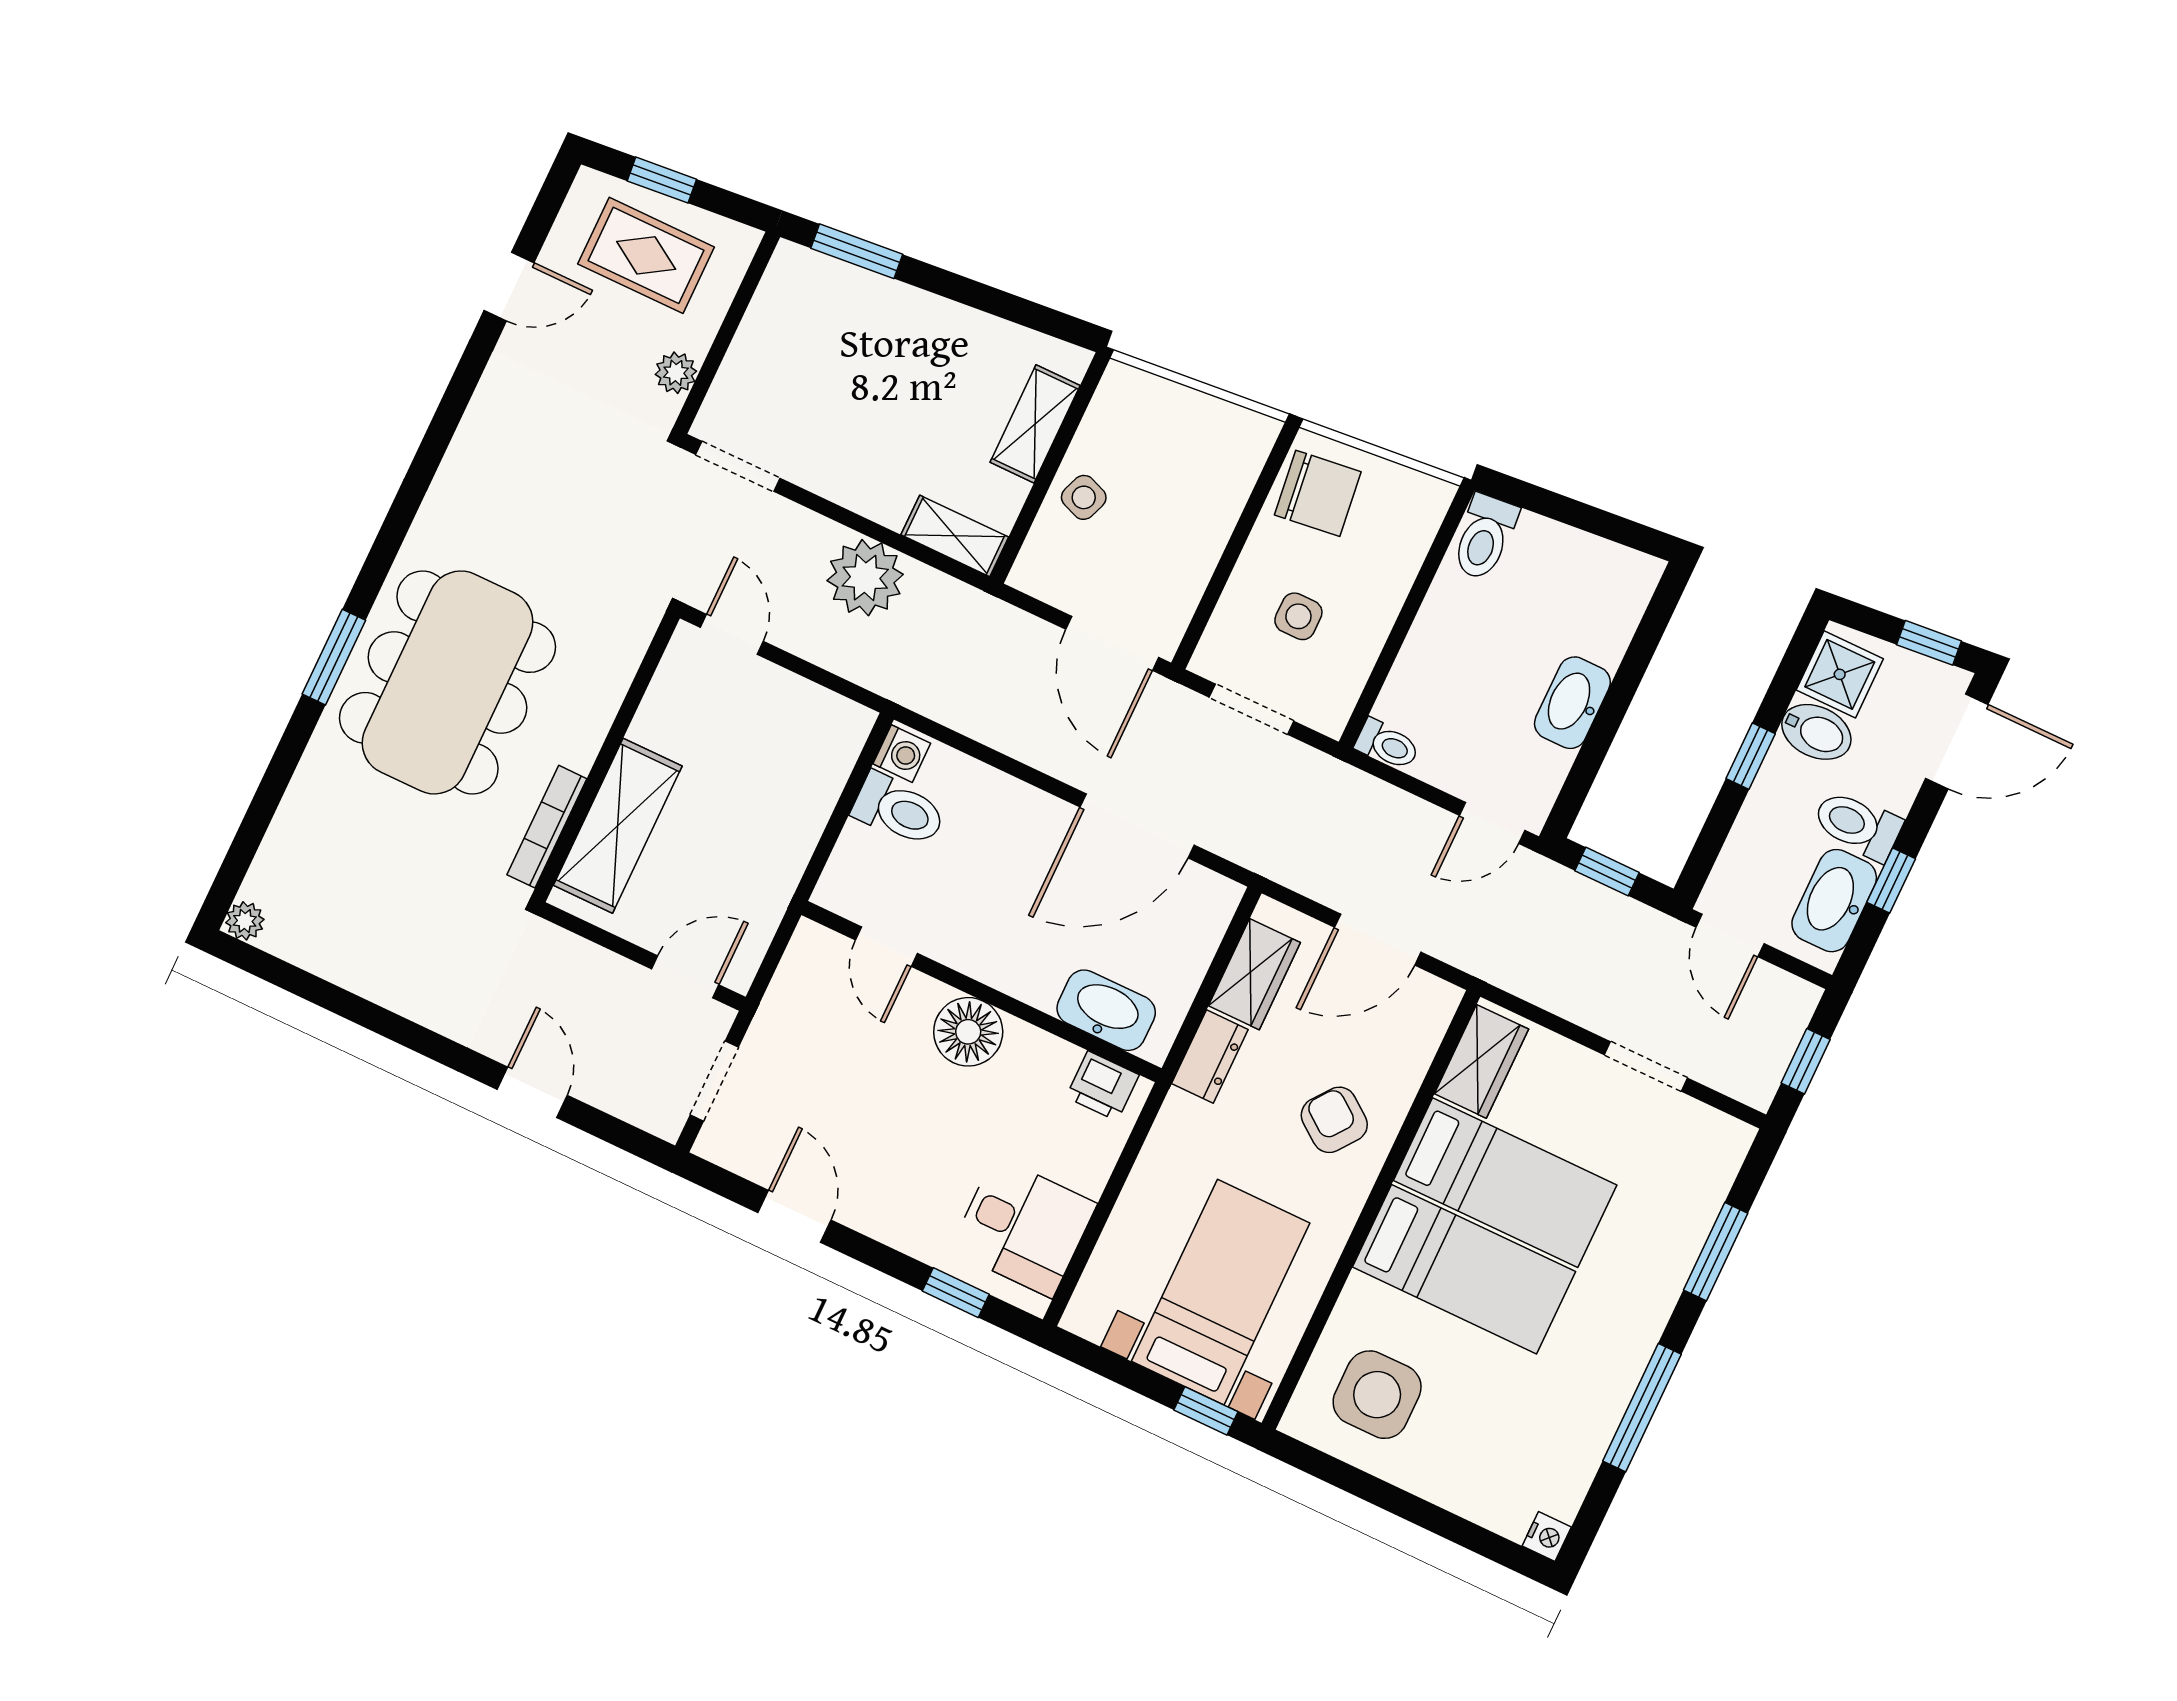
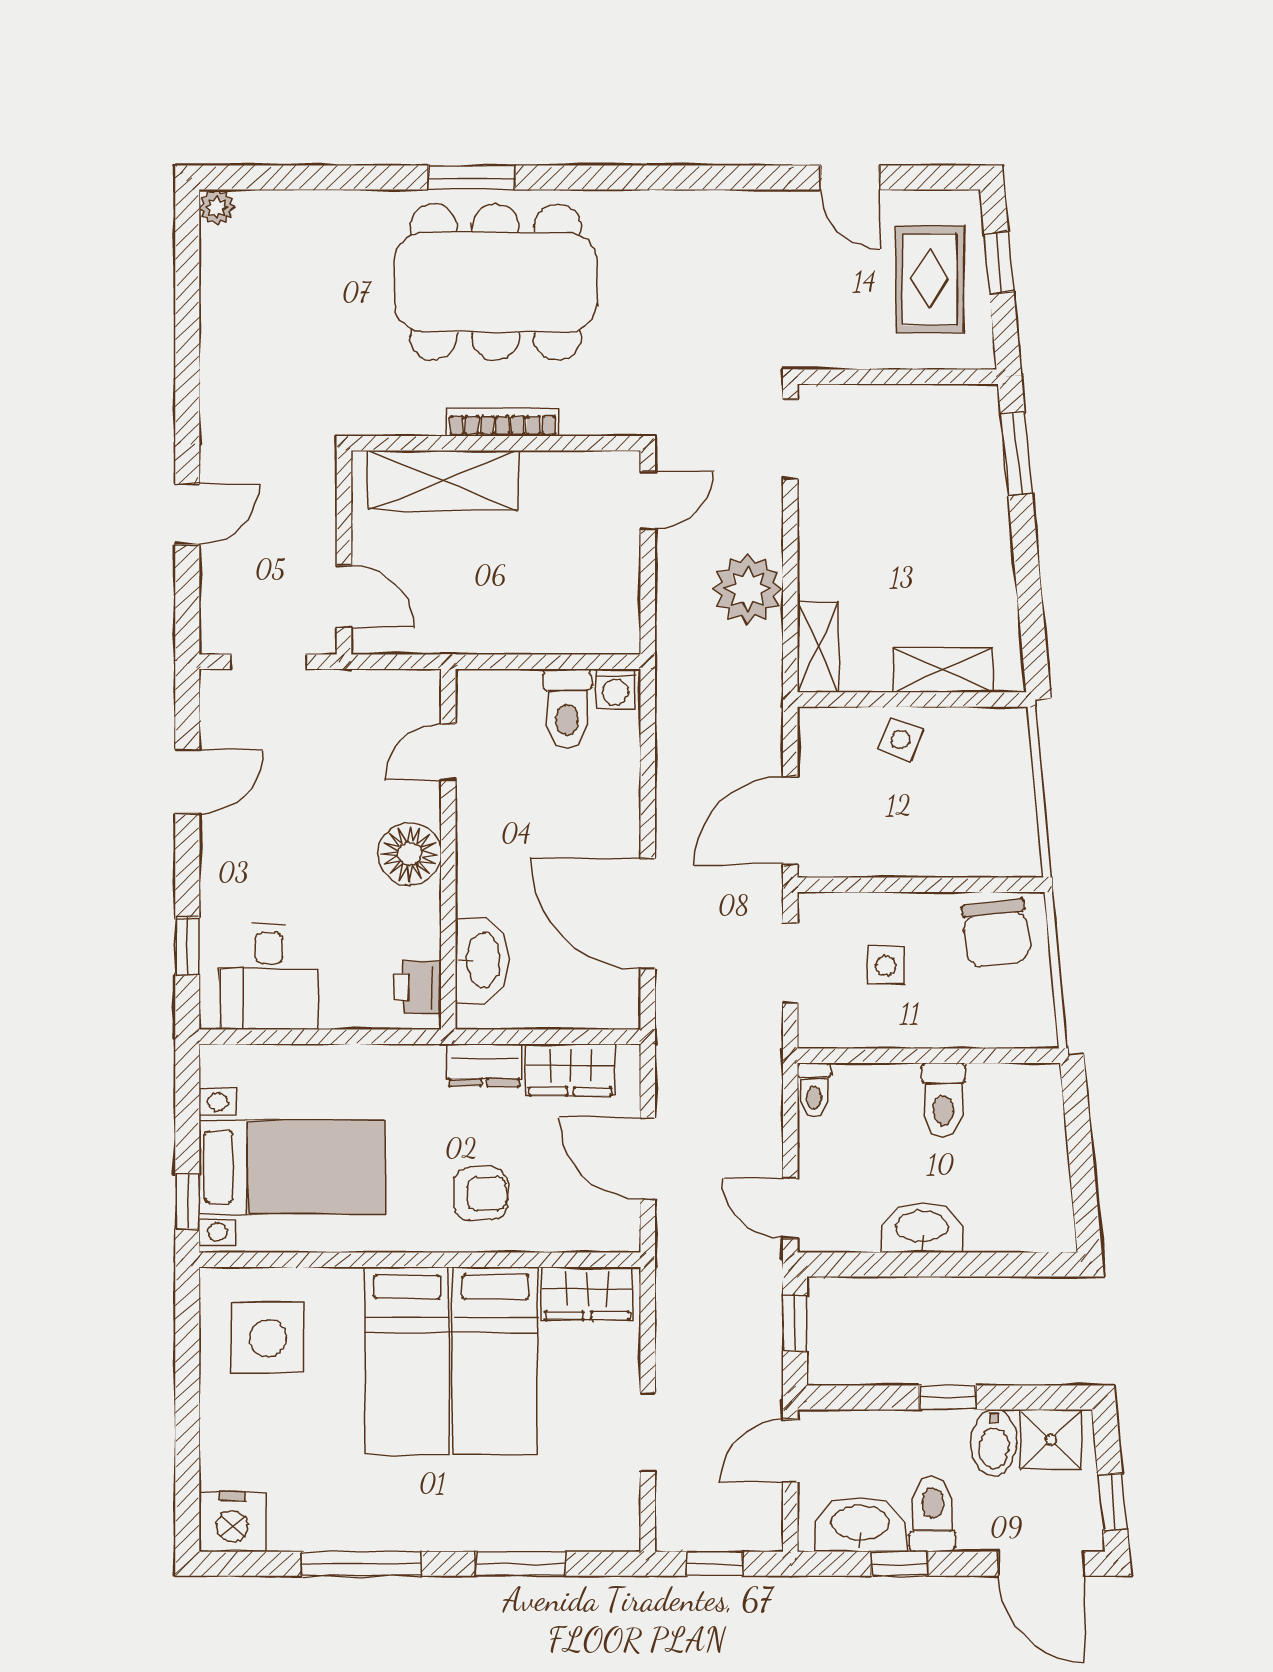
plant: (676, 373) -> (844, 350), removed
toilet: (1484, 537) -> (943, 1100), moved, turned -85
bookcase: (547, 827) -> (503, 422), moved
armchair: (1334, 1120) -> (480, 1194), turned 53
nightstand: (1547, 1536) -> (233, 1522), width x1.89, depth x1.79

